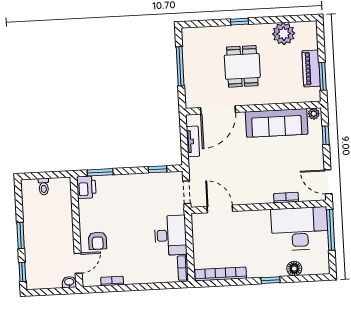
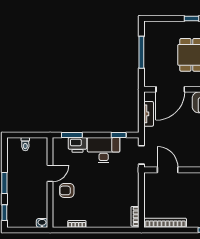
printer: (86, 187) -> (77, 145), moved, turned 90
desk: (170, 235) -> (104, 150), moved, turned -90
armchair: (98, 241) -> (67, 190), turned 90
door: (78, 263) -> (50, 173), moved

